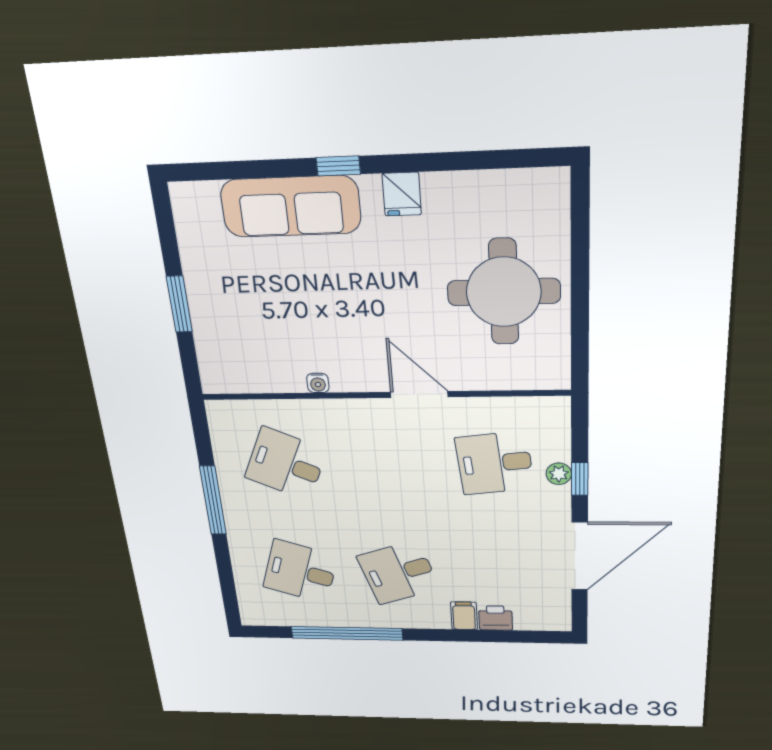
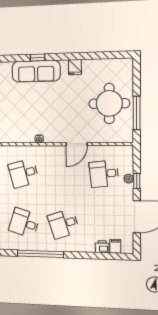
window: (338, 166) -> (38, 58), moved
window: (580, 316) -> (137, 113), added
door: (419, 394) -> (77, 144), swing flipped
desk: (286, 464) -> (24, 173), turned -39
filing cabinet: (464, 616) -> (115, 246), moved

